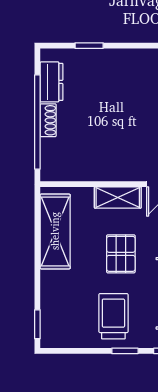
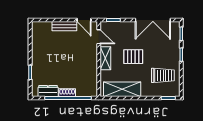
trolley: (113, 316) -> (163, 75), moved, turned 180

